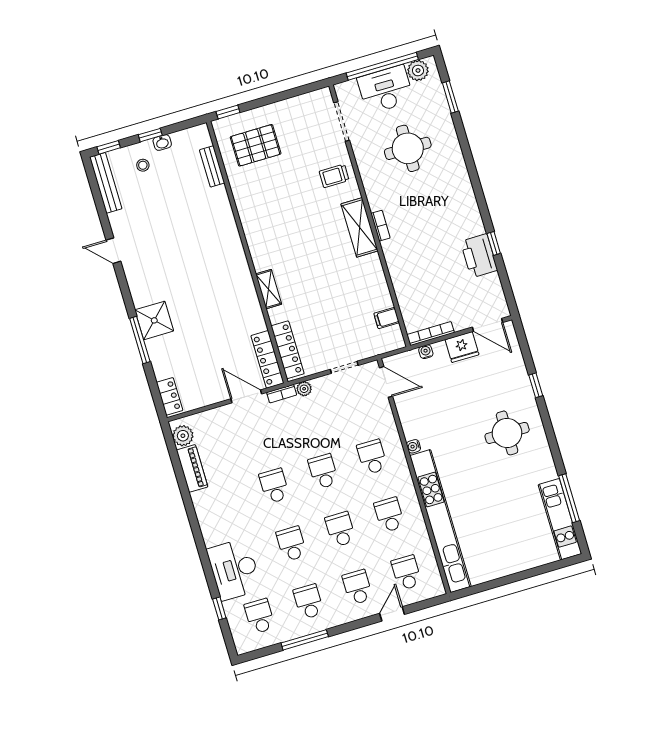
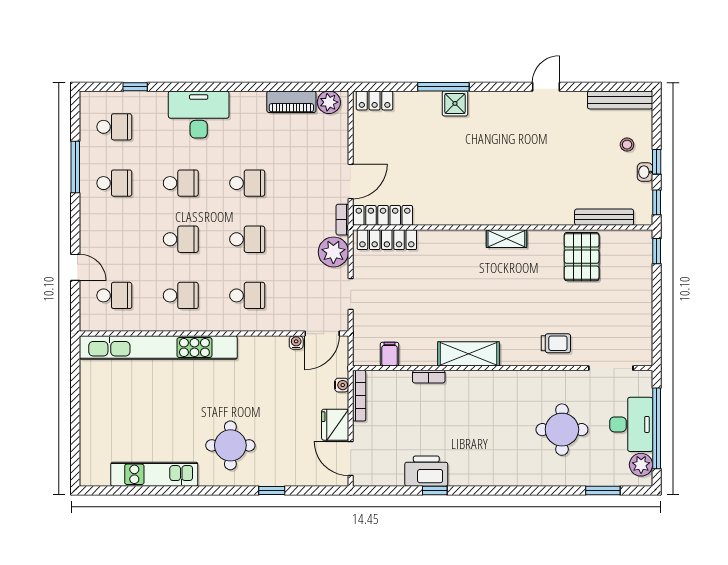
pallet: (256, 145) -> (582, 257), moved
window: (109, 147) -> (657, 202), moved
bench: (212, 166) -> (604, 217), width x1.36
trolley: (334, 176) -> (556, 343), turned 90
bookcase: (381, 226) -> (429, 377), moved
shelving: (359, 227) -> (469, 354), moved
shelving: (269, 289) -> (506, 239), moved
shower: (154, 320) -> (455, 103), width x0.73, depth x0.73
door: (488, 325) -> (351, 459), hinge flipped
plant: (304, 389) -> (333, 252), width x1.88, depth x1.88
water cooler: (413, 446) -> (296, 342), moved
window: (569, 498) -> (142, 491), removed
kitchen unit: (560, 519) -> (154, 474), moved
desk: (234, 569) -> (199, 115), moved
school desk: (358, 587) -> (114, 239), removed

